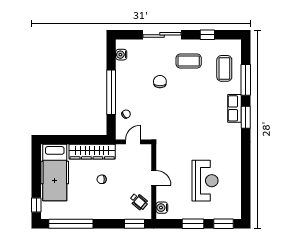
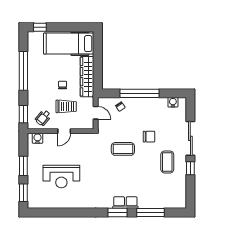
window: (207, 35) -> (190, 168), moved
coffee table: (224, 68) -> (123, 149), moved
trolley: (126, 175) -> (66, 106), added
window: (71, 224) -> (23, 71), moved

